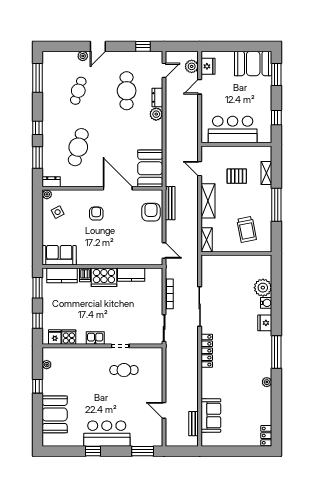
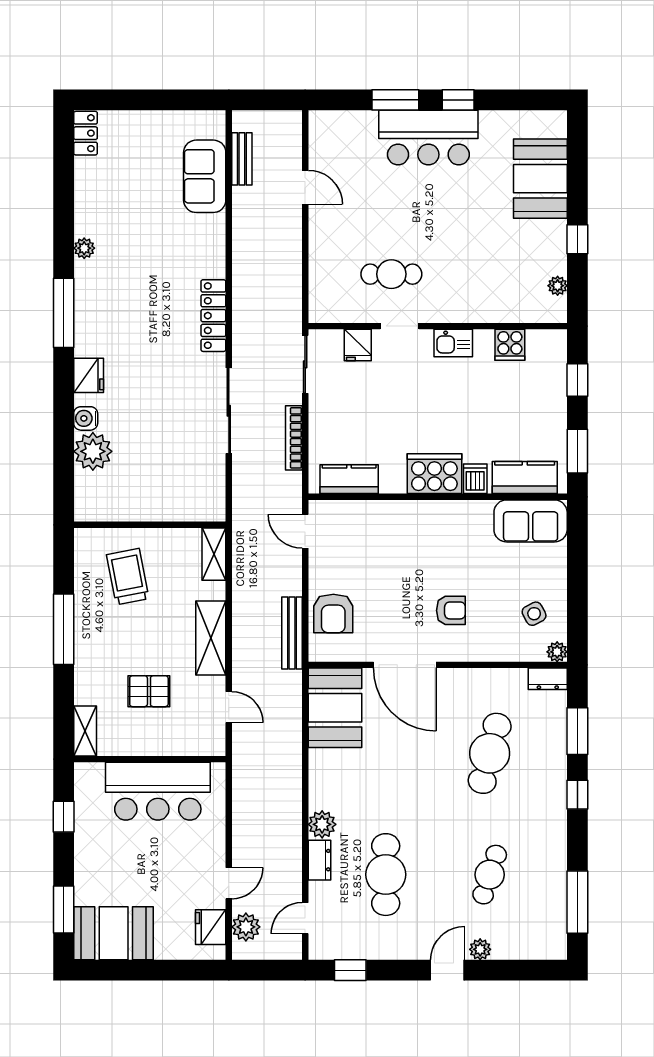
shelving: (266, 173) -> (85, 731), moved
armchair: (96, 214) -> (451, 610), turned -90
kitchen counter: (131, 275) -> (349, 479), moved
fridge: (55, 337) -> (358, 345), moved
window: (143, 451) -> (395, 100), moved

